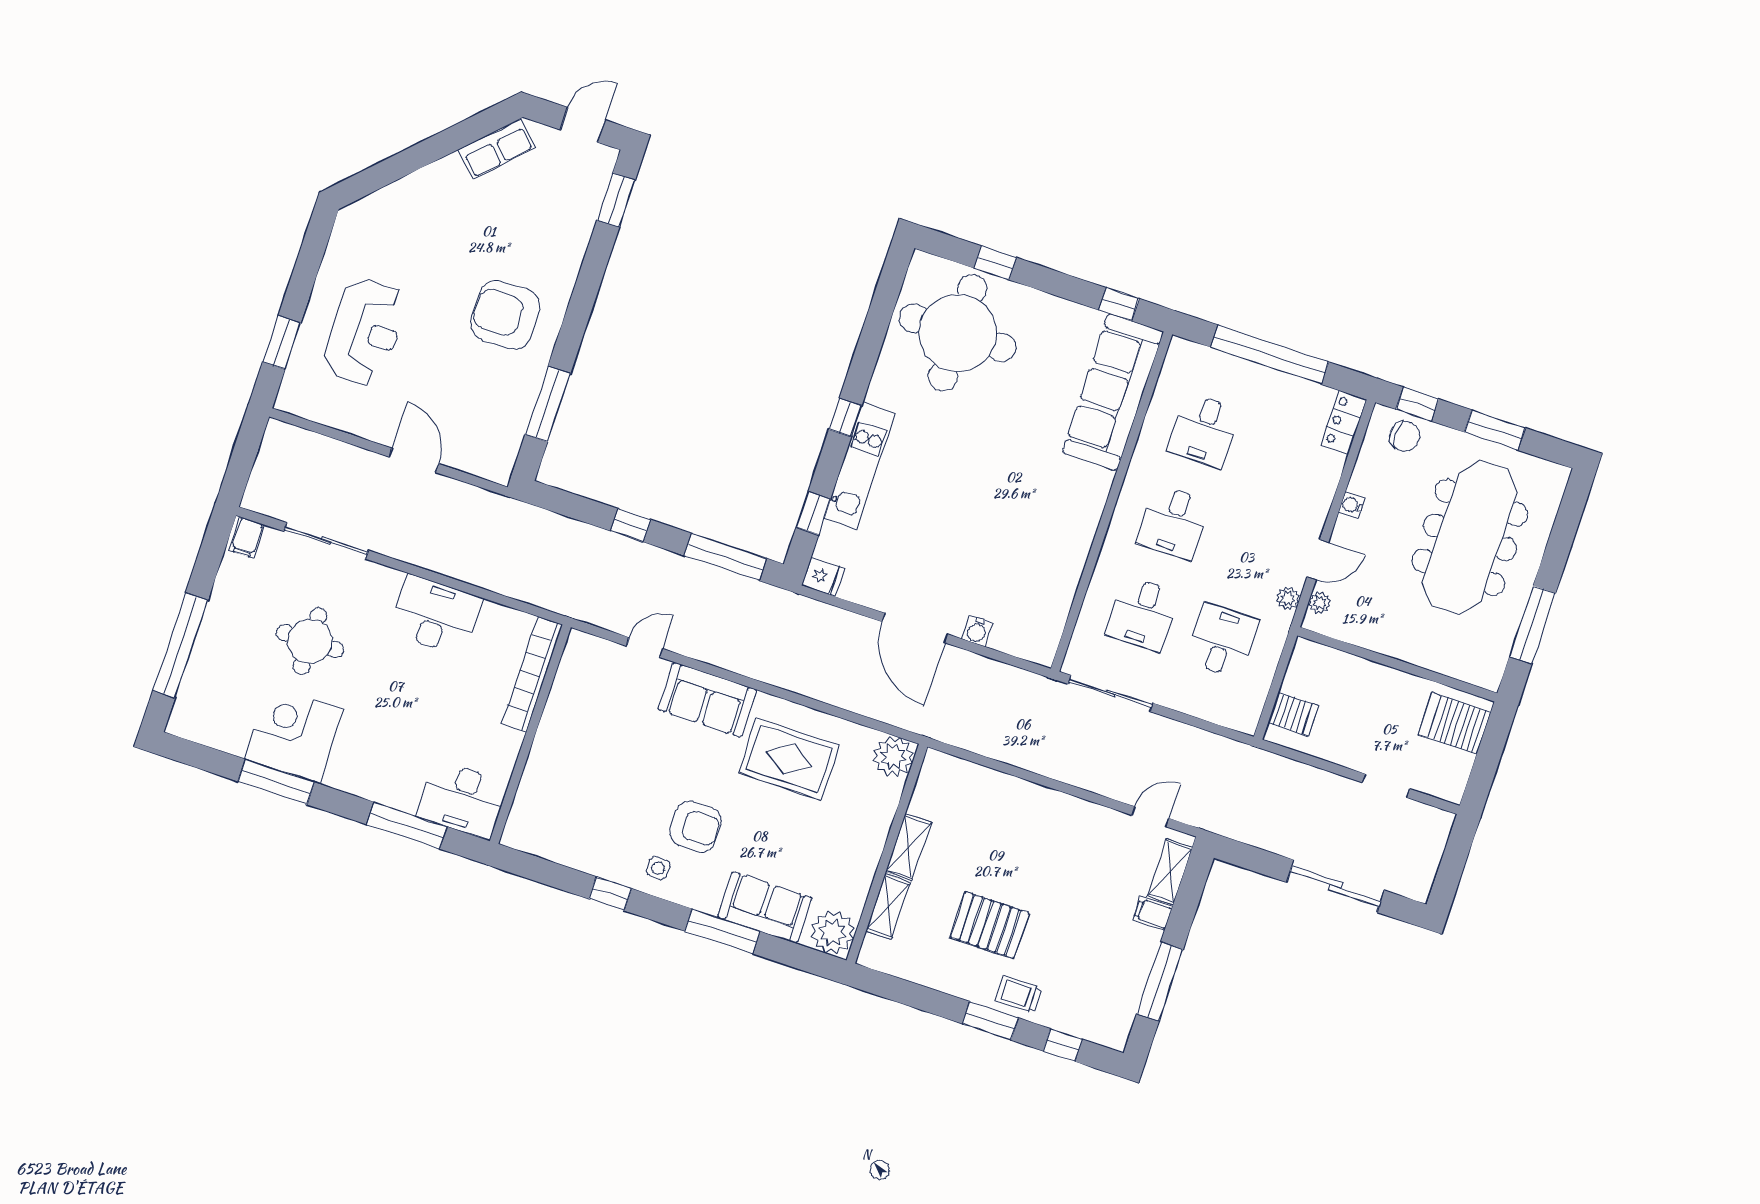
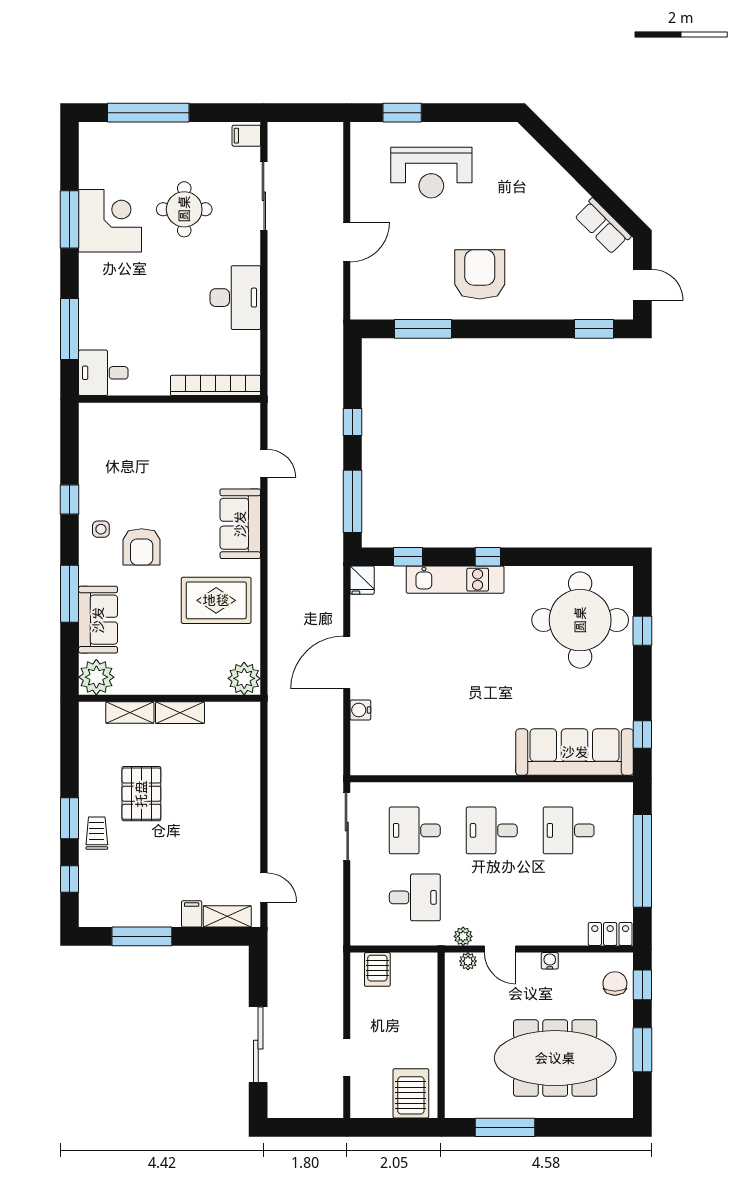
chair: (1405, 436) -> (615, 983), turned 180
rug: (789, 759) -> (216, 600), turned 90
desk: (462, 799) -> (103, 373), width x0.73

